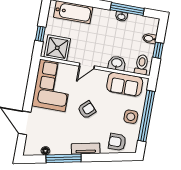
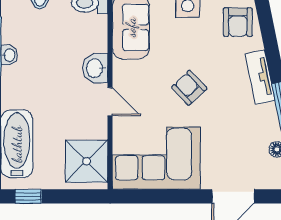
window: (40, 34) -> (28, 196), moved
washbasin: (117, 63) -> (95, 68), moved

